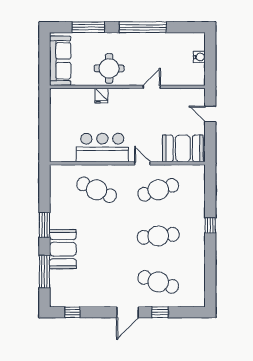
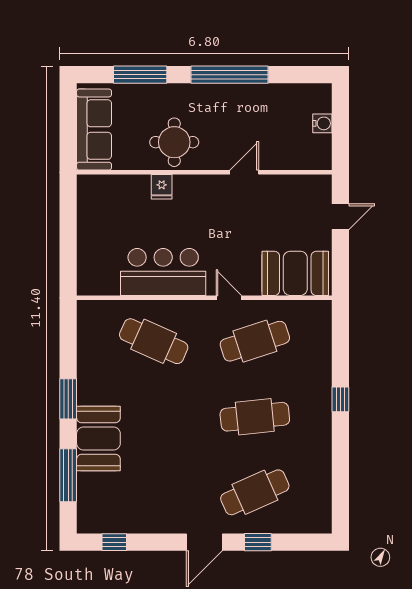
door: (210, 114) -> (340, 217), swing flipped
cafe table: (158, 282) -> (255, 492), turned -42

